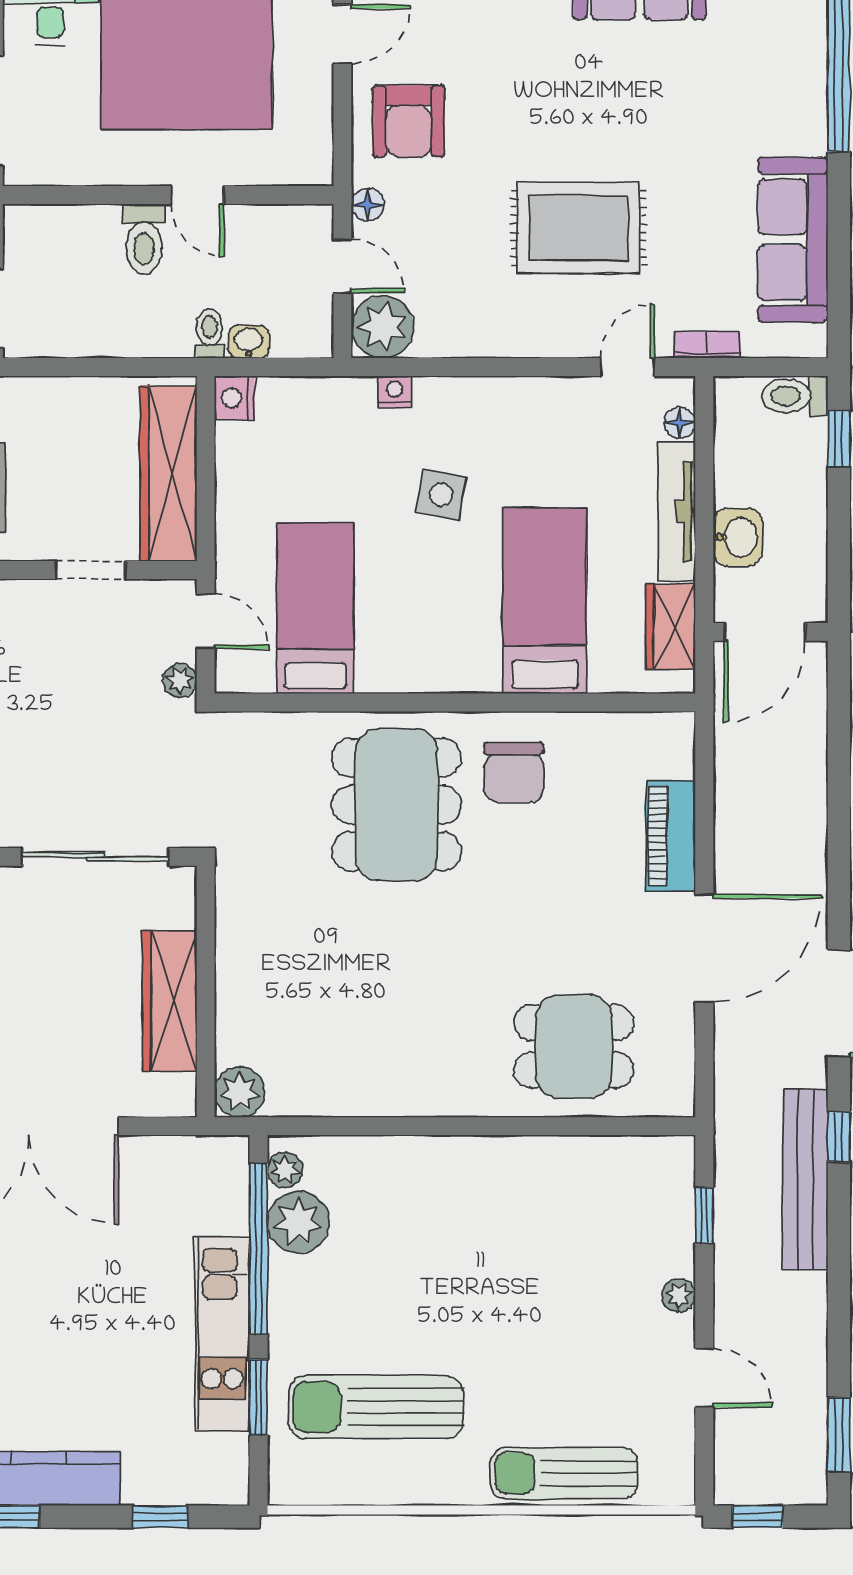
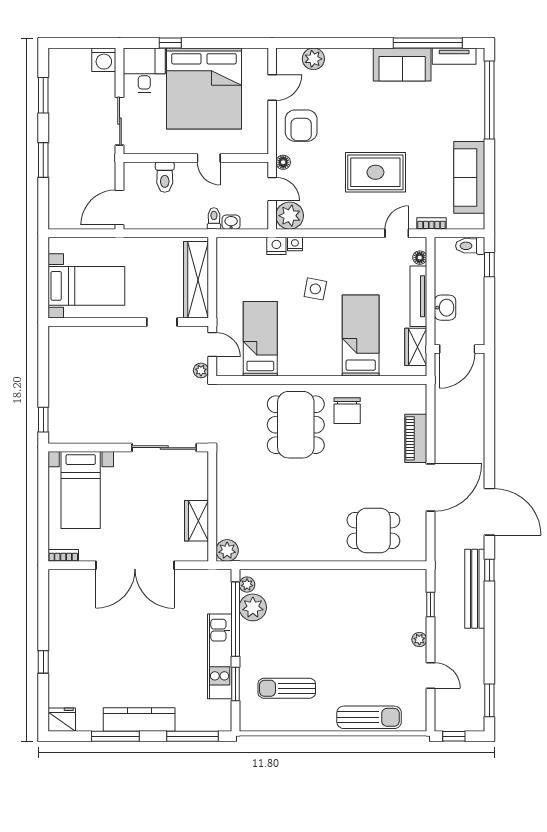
toilet: (144, 239) -> (165, 177), moved
nightstand: (235, 398) -> (276, 246), moved, turned 90
wardrobe: (170, 1001) -> (196, 521), width x0.67
sun lounger: (376, 1407) -> (287, 688), width x0.73, depth x0.75
sun lounger: (564, 1473) -> (369, 717), turned 180
window: (160, 1517) -> (192, 736), width x2.17

